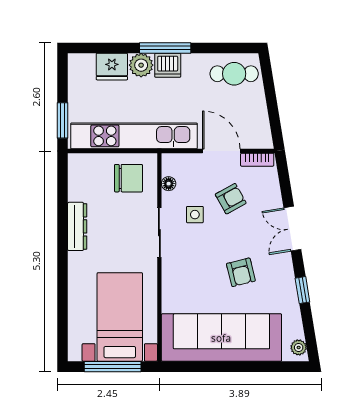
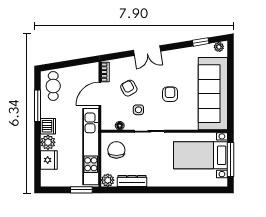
window: (165, 48) -> (38, 106), moved
plant: (78, 164) -> (108, 180), added
dresser: (77, 226) -> (132, 181), moved
armchair: (241, 272) -> (170, 94), moved, turned -76
window: (302, 290) -> (201, 42), moved

